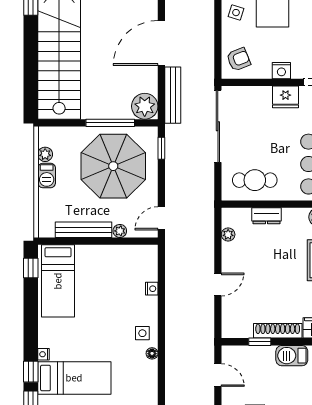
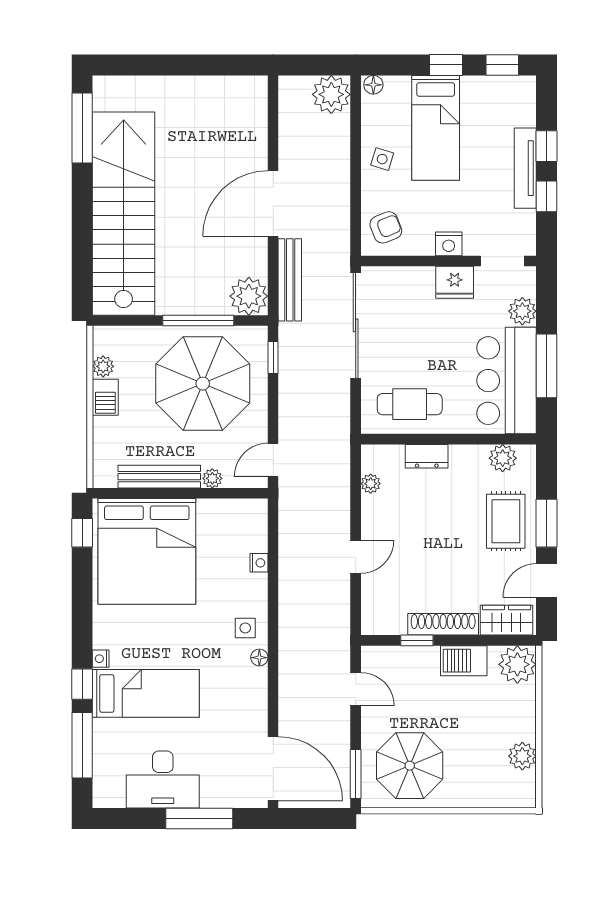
bed: (58, 281) -> (147, 551), width x2.04

